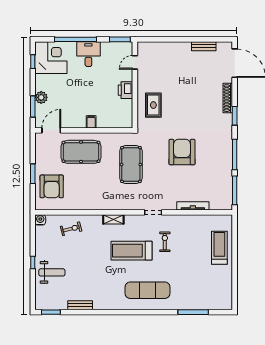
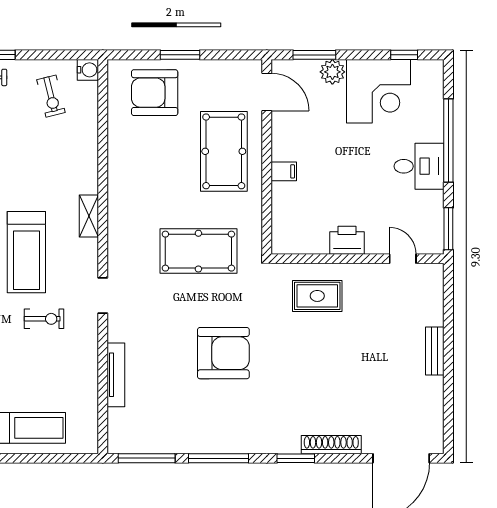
bench: (204, 46) -> (435, 351), moved
corner desk: (51, 58) -> (379, 91), moved
exercise bike: (71, 229) -> (51, 96), moved
treadmill: (131, 251) -> (26, 252), turned 180

